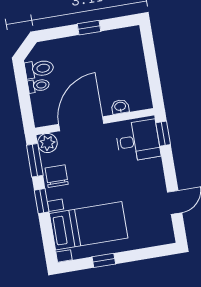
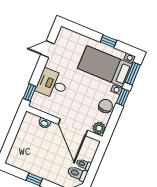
door: (81, 124) -> (73, 127), hinge flipped
desk: (138, 141) -> (52, 84), moved
window: (35, 160) -> (133, 74), moved
chair: (57, 176) -> (106, 106), turned 180

